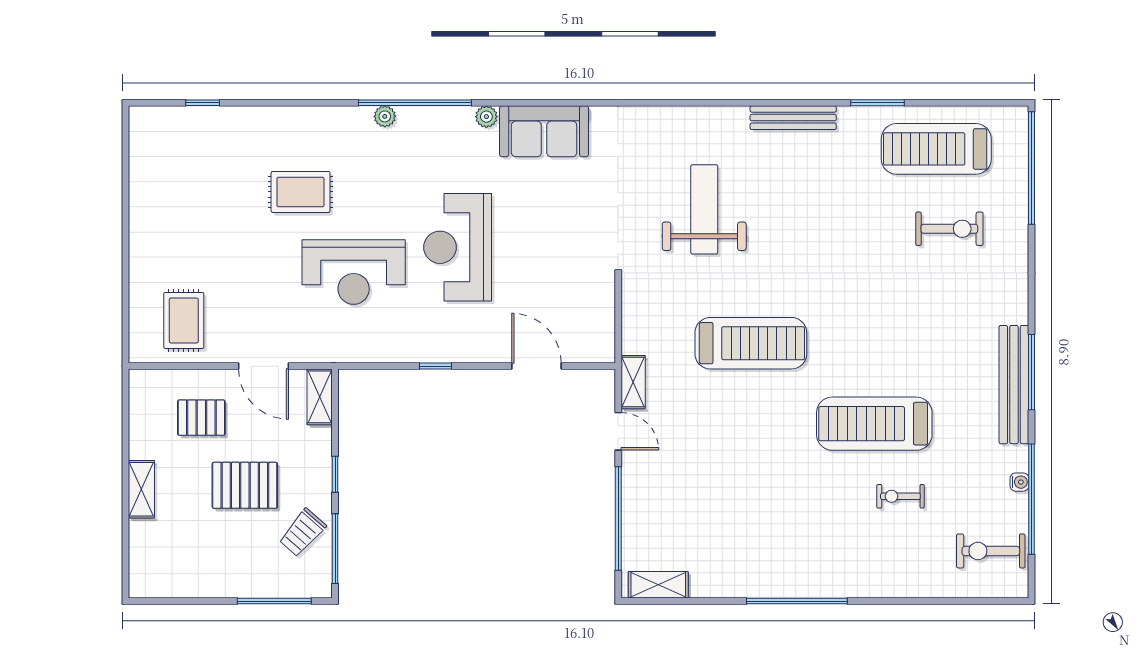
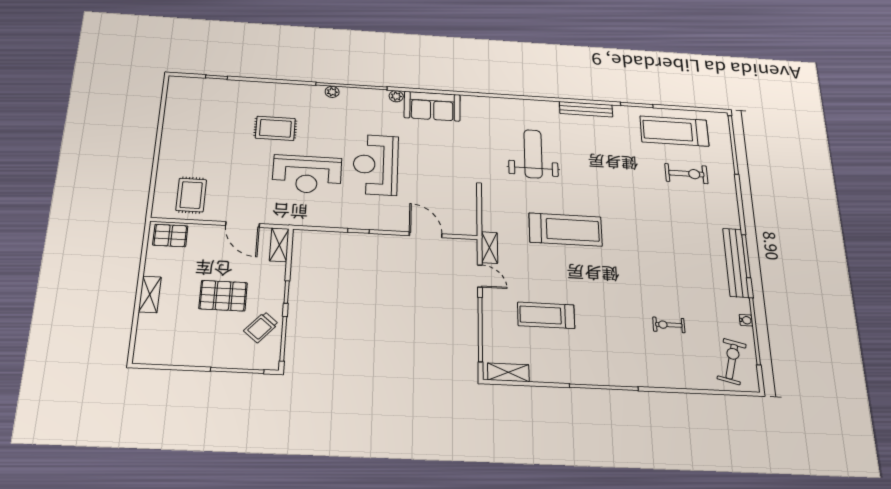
pallet: (201, 418) -> (170, 235), moved
treadmill: (874, 424) -> (546, 315), moved, width x0.73, depth x0.73
exercise bike: (991, 551) -> (732, 362), turned 104

